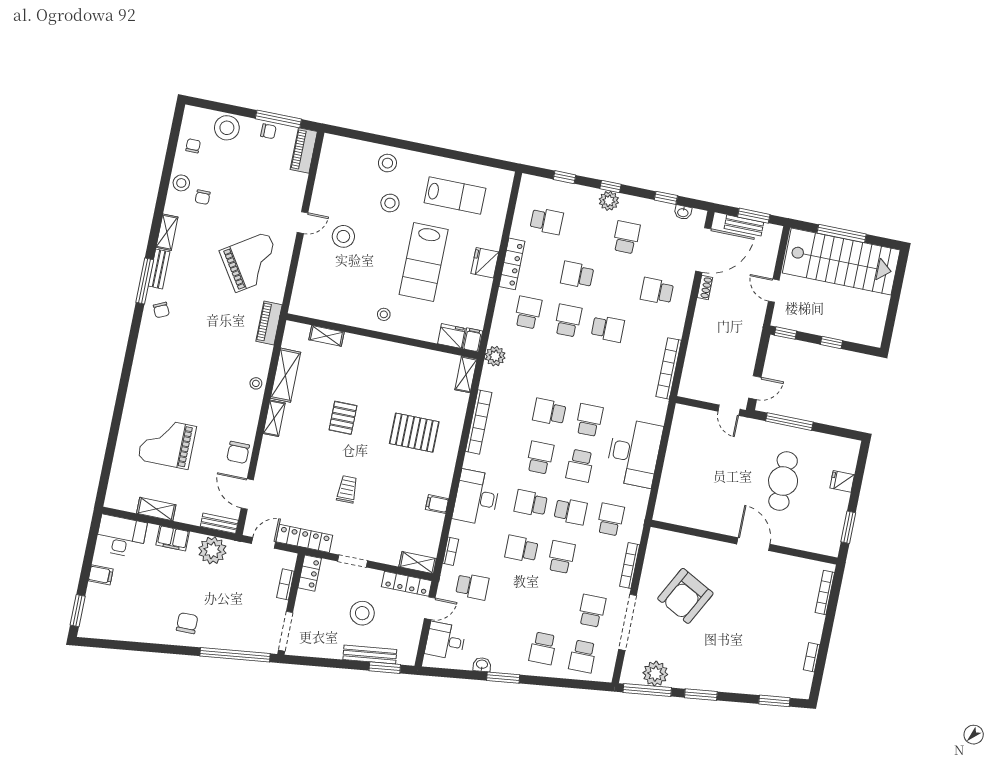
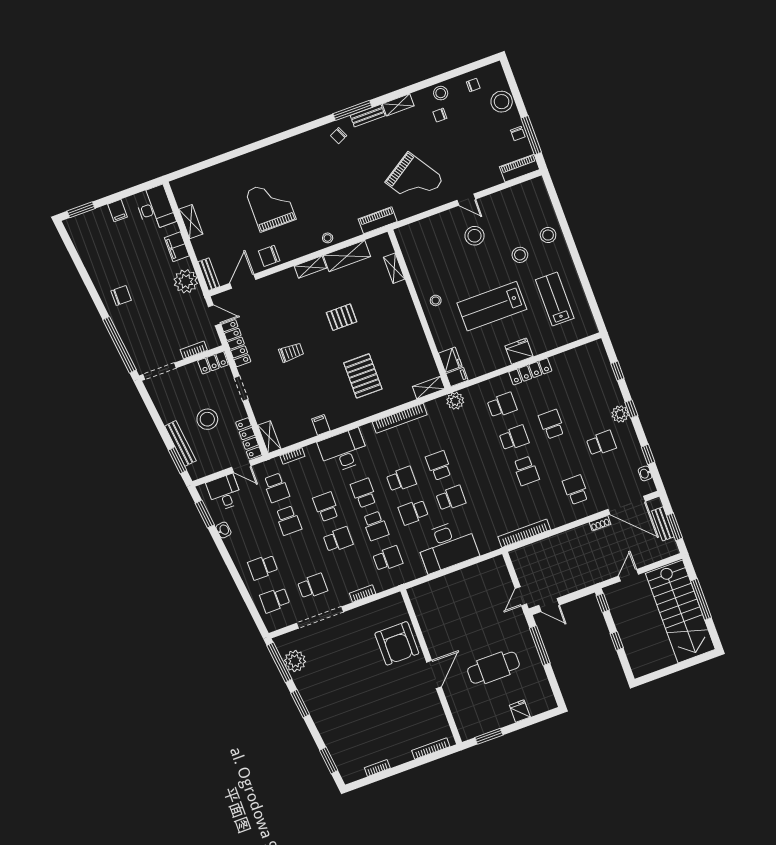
lab bench: (455, 196) -> (555, 299), turned 180
school desk: (547, 221) -> (288, 521), moved
grand piano: (167, 443) -> (271, 205), moved
bookcase: (630, 566) -> (363, 593), width x0.64
armchair: (685, 596) -> (397, 643), moved, turned -118
window: (503, 678) -> (205, 514), moved

